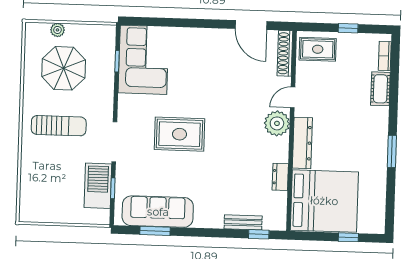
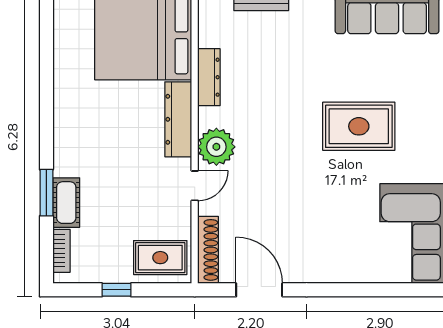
window: (392, 151) -> (46, 193), moved
dresser: (280, 177) -> (209, 77), width x1.44

